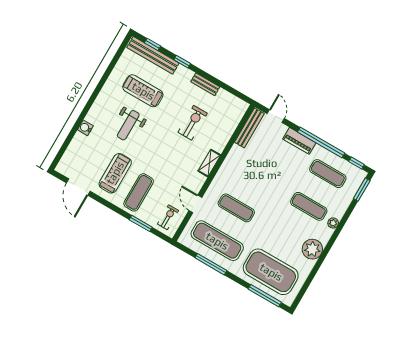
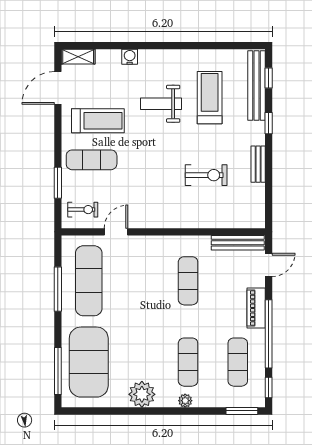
shelving: (209, 163) -> (78, 57), moved
exercise mat: (236, 208) -> (188, 281), moved

